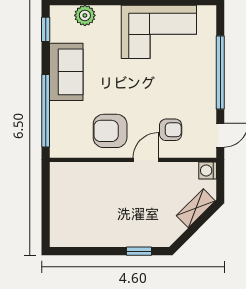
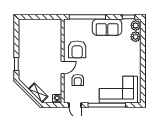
plant: (63, 15) -> (136, 25), added
corner sofa: (159, 32) -> (118, 90), moved, turned 90
armchair: (110, 131) -> (77, 49), turned 180
door: (146, 160) -> (63, 67), hinge flipped

